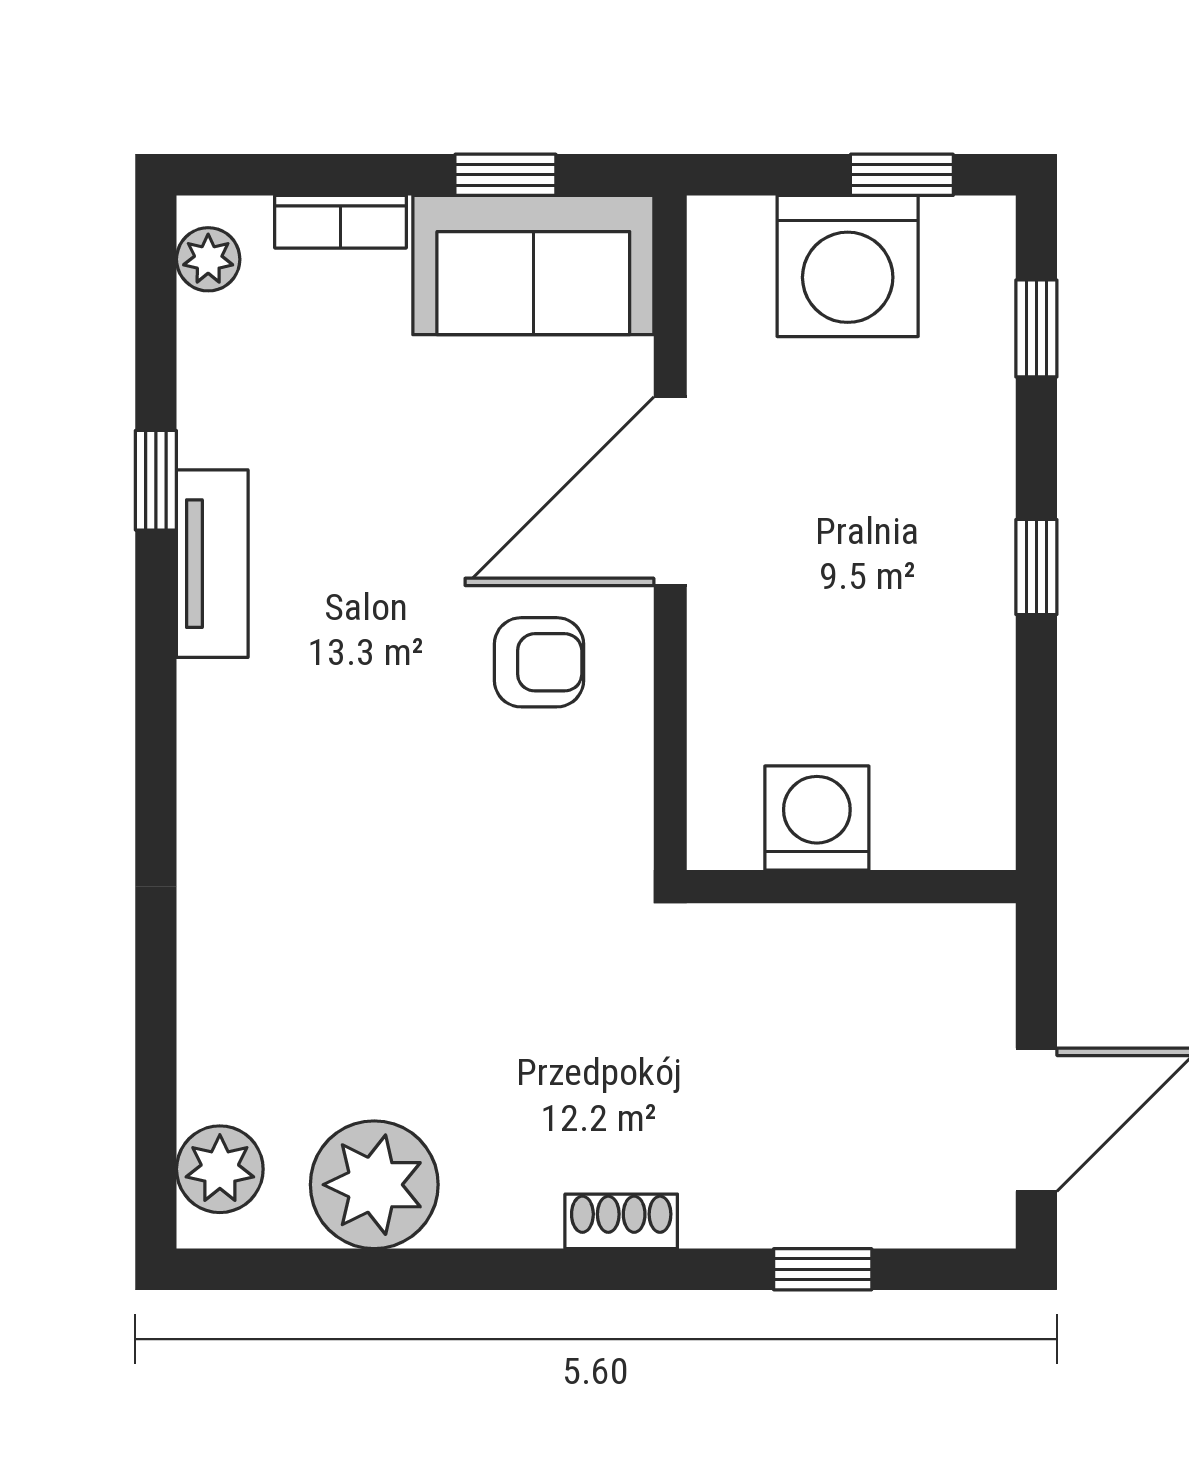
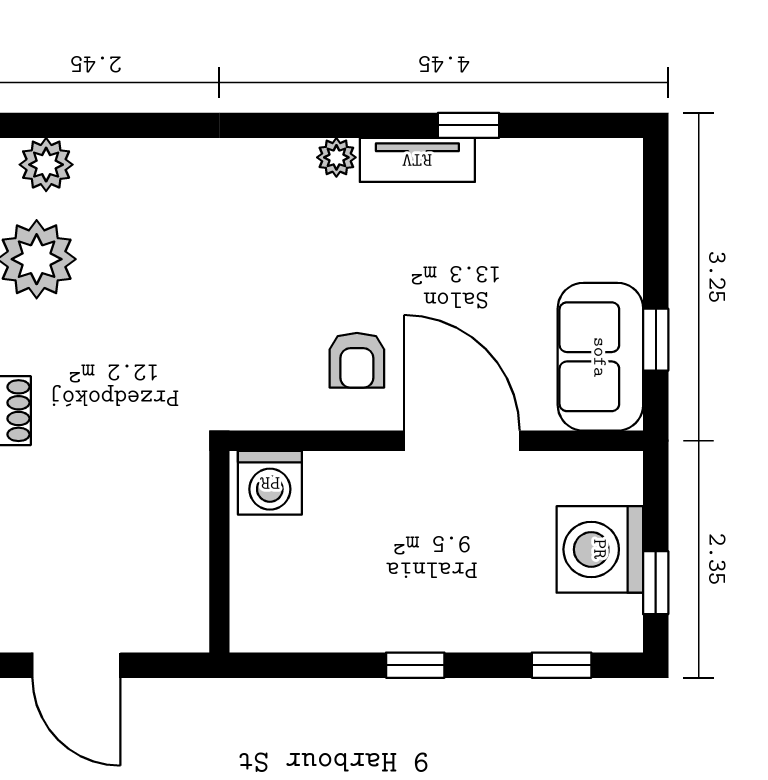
bookcase: (340, 222) -> (627, 239), removed
plant: (208, 259) -> (336, 157), moved
washing machine: (817, 818) -> (270, 483), moved, turned 90

